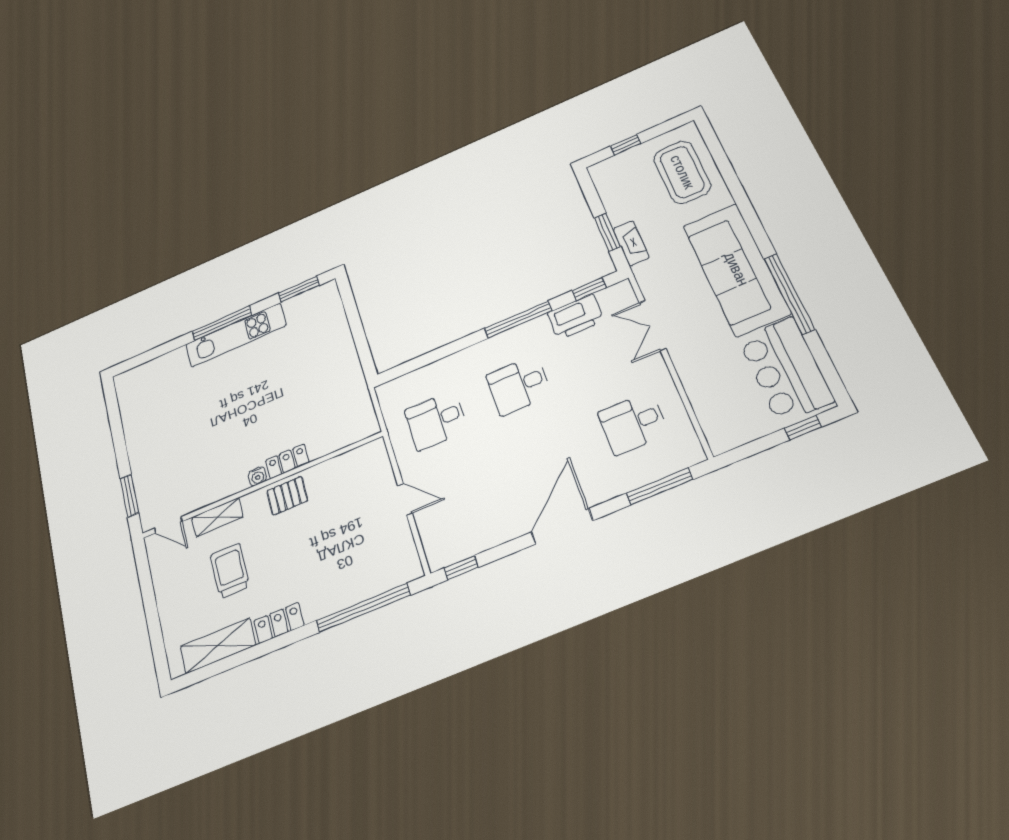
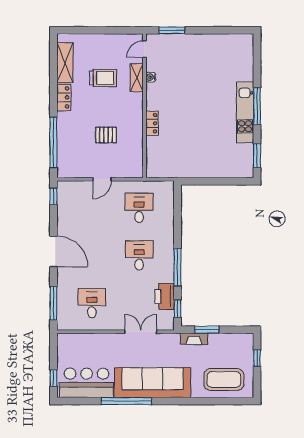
water cooler: (257, 476) -> (151, 77), moved
pallet: (287, 496) -> (106, 135), moved, turned 90

